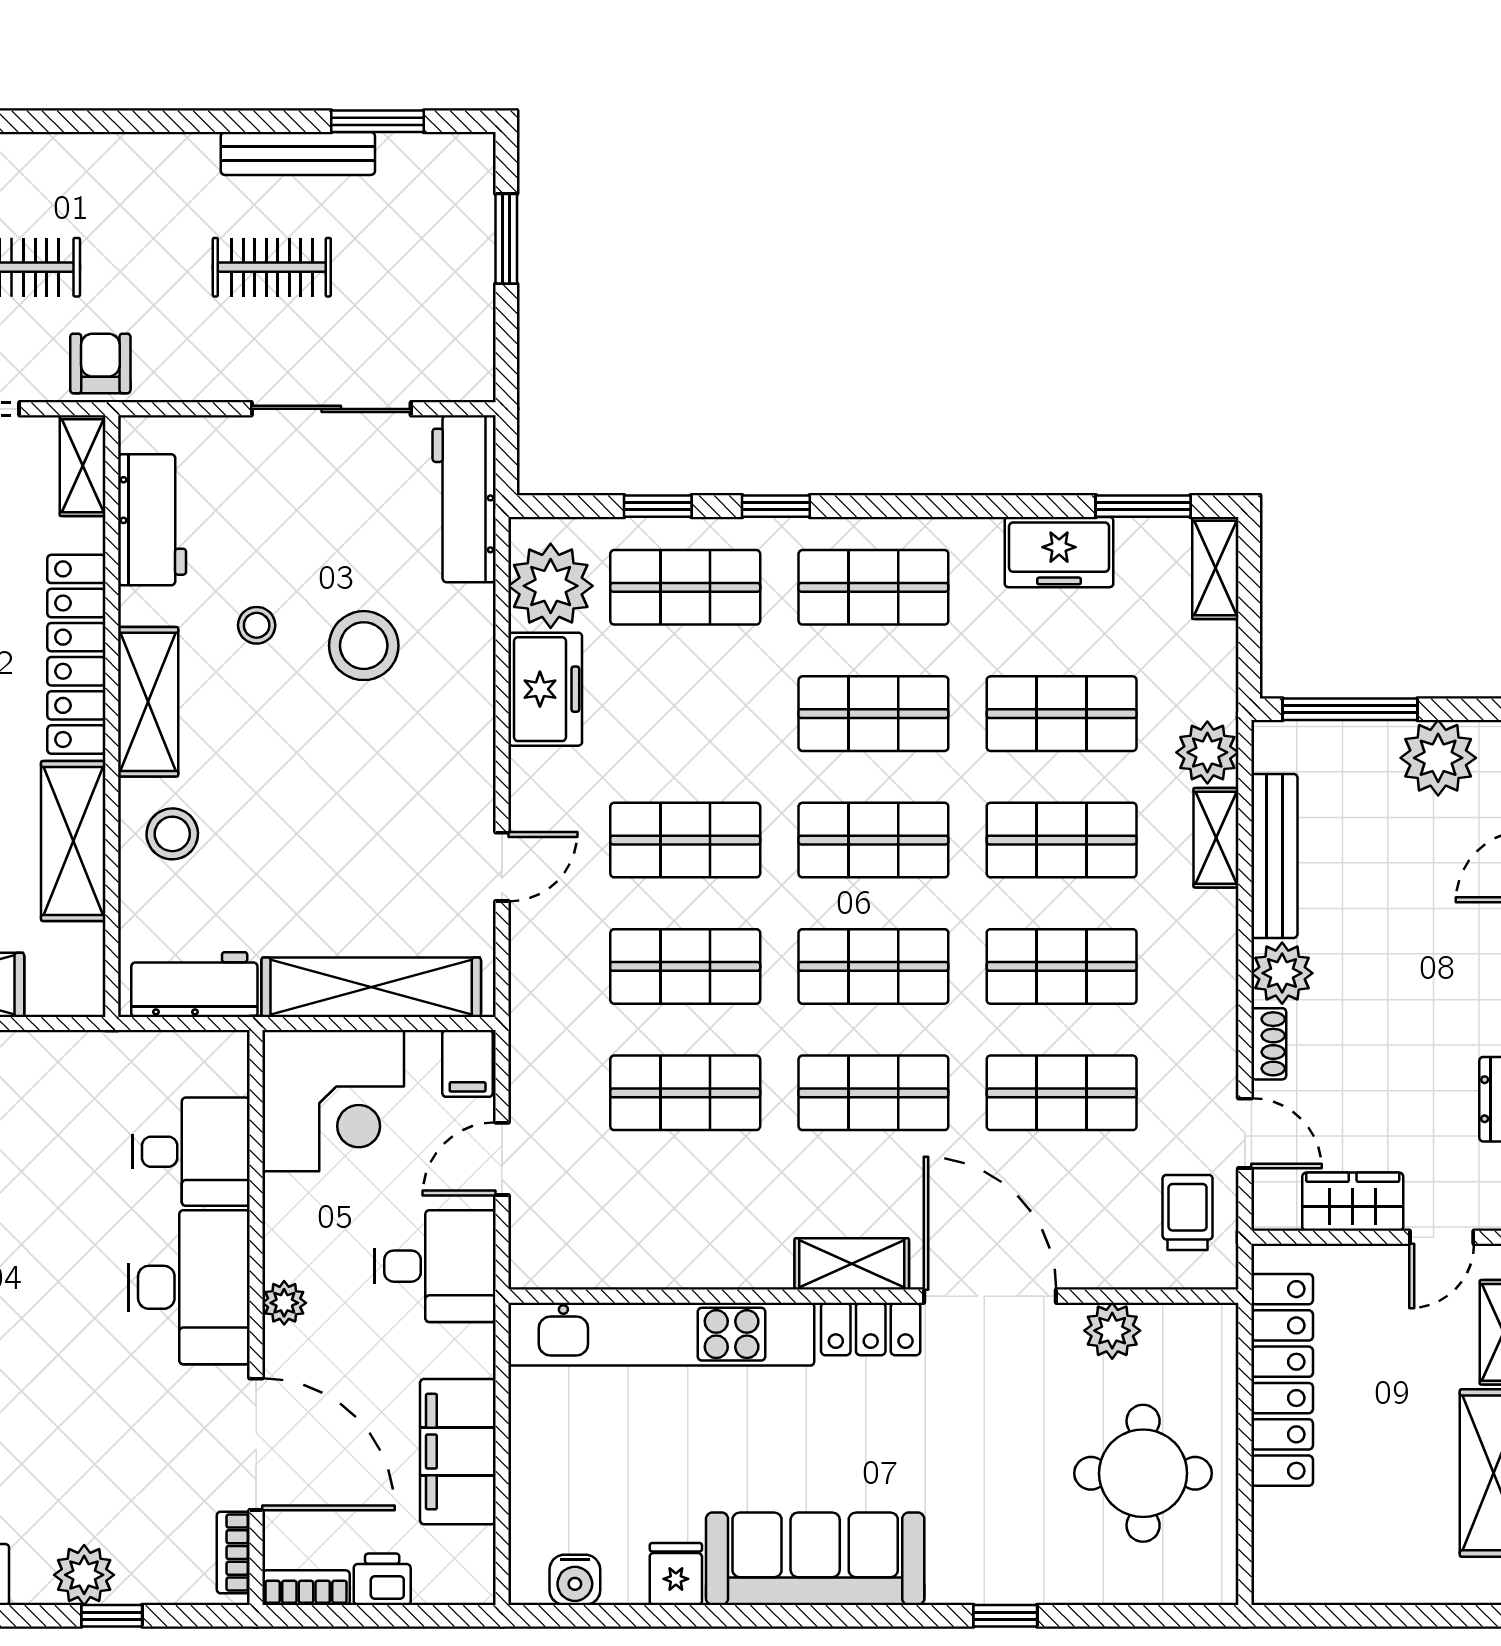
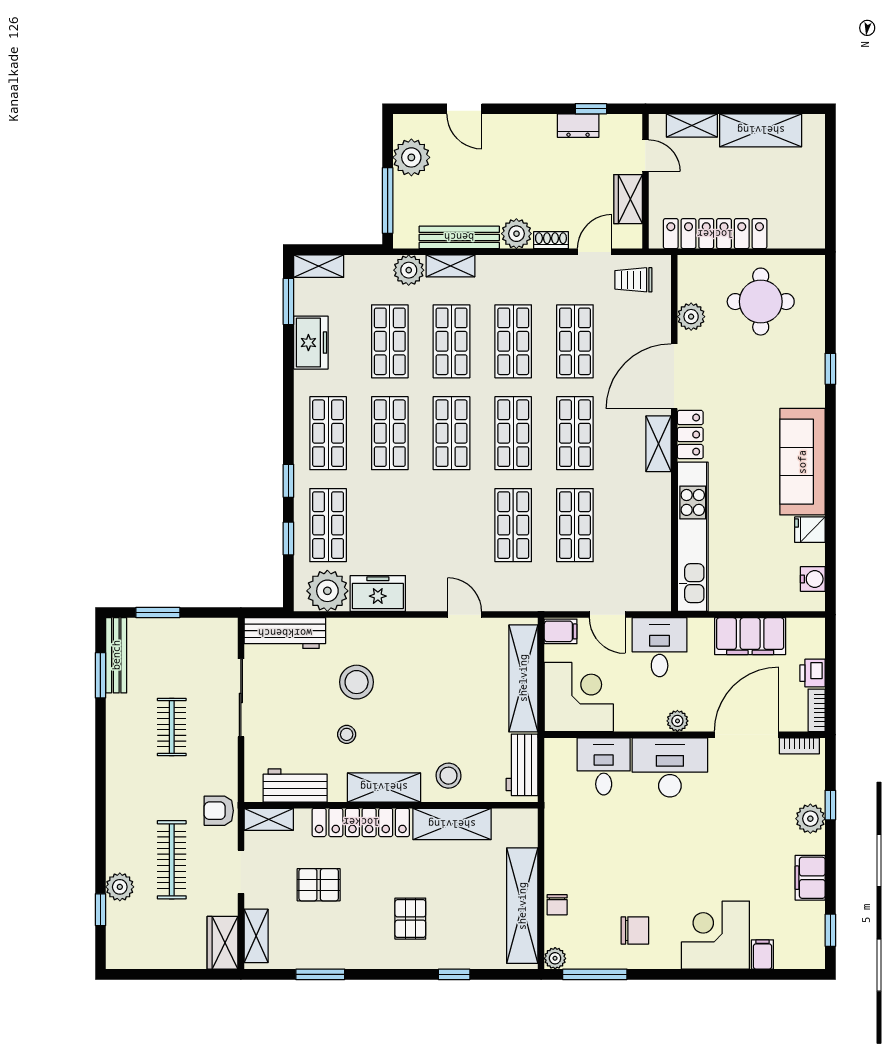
bench: (298, 153) -> (116, 655), moved
shop shelf: (685, 840) -> (451, 525), removed

